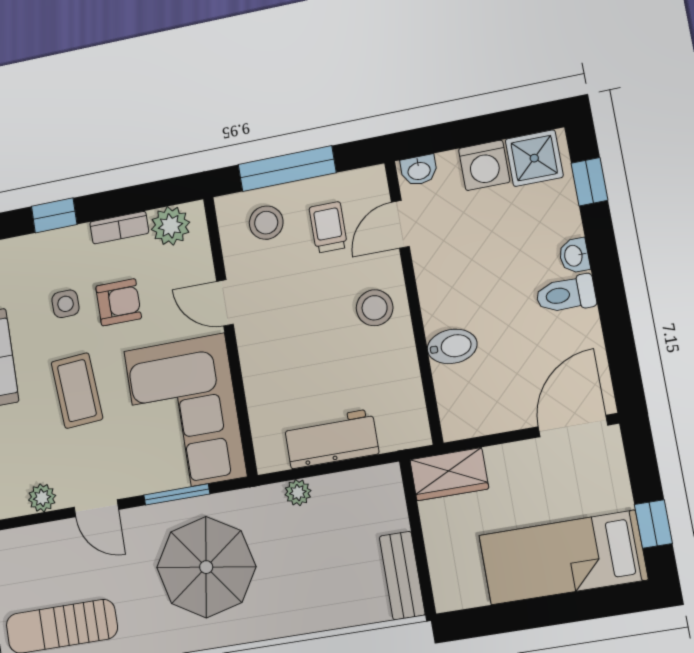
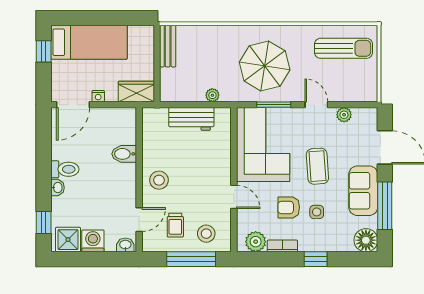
nightstand: (525, 452) -> (98, 96), added

